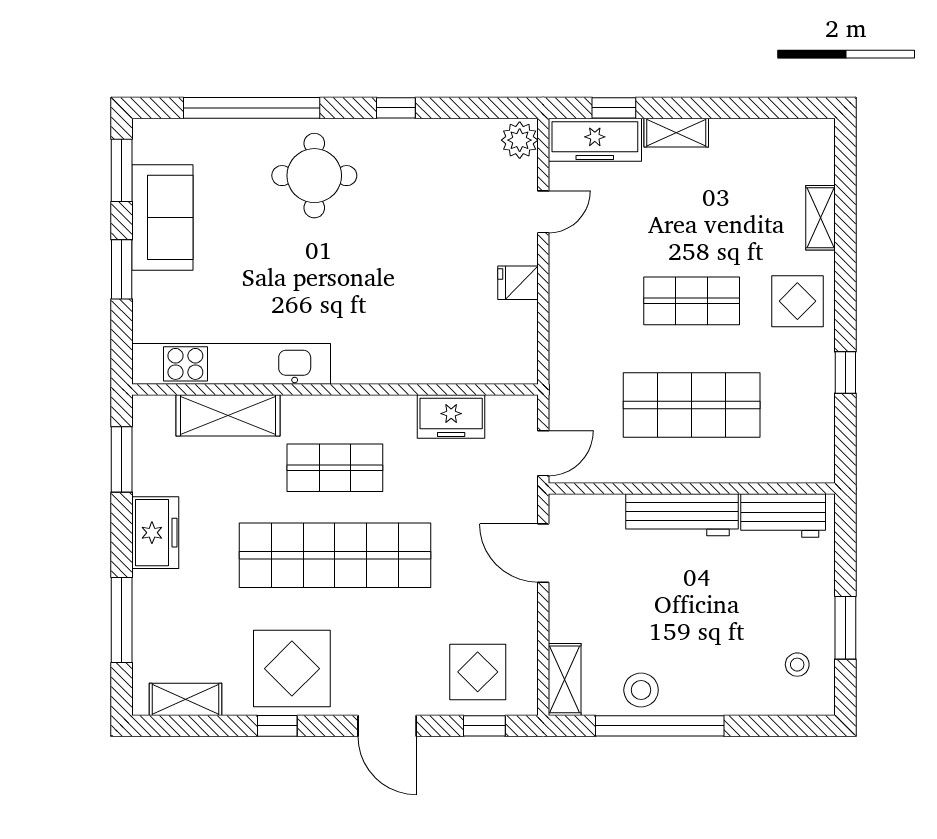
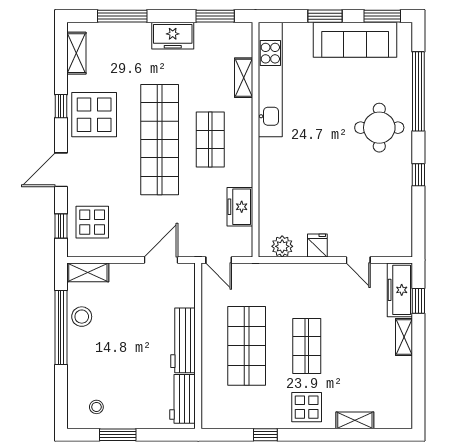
plant: (520, 140) -> (282, 246), moved
sofa: (162, 217) -> (355, 40), width x1.36
shelving: (228, 415) -> (244, 78), width x0.67, depth x0.75

